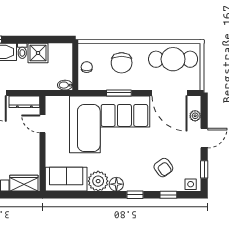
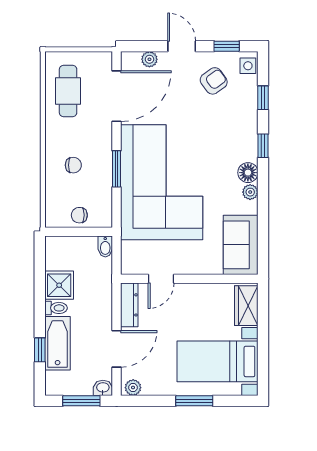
cafe table: (173, 59) -> (68, 91), width x0.73, depth x0.74
chair: (122, 63) -> (73, 165), width x0.54, depth x0.54
armchair: (163, 168) -> (214, 81), moved
plant: (98, 181) -> (250, 192), width x0.53, depth x0.53

